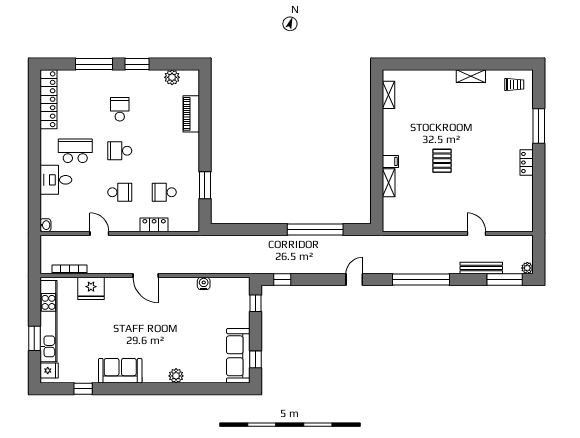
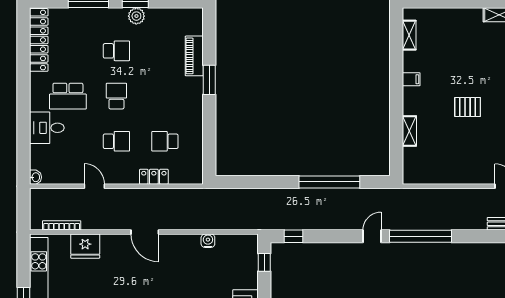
plant: (172, 77) -> (136, 16), moved
school desk: (120, 109) -> (116, 51), turned 90
school desk: (75, 151) -> (68, 96), turned 180
school desk: (120, 151) -> (116, 96), turned 90
filing cabinet: (390, 161) -> (411, 79), moved
pallet: (442, 161) -> (468, 107), turned 90
window: (205, 185) -> (209, 80), moved
window: (421, 279) -> (420, 236), moved

